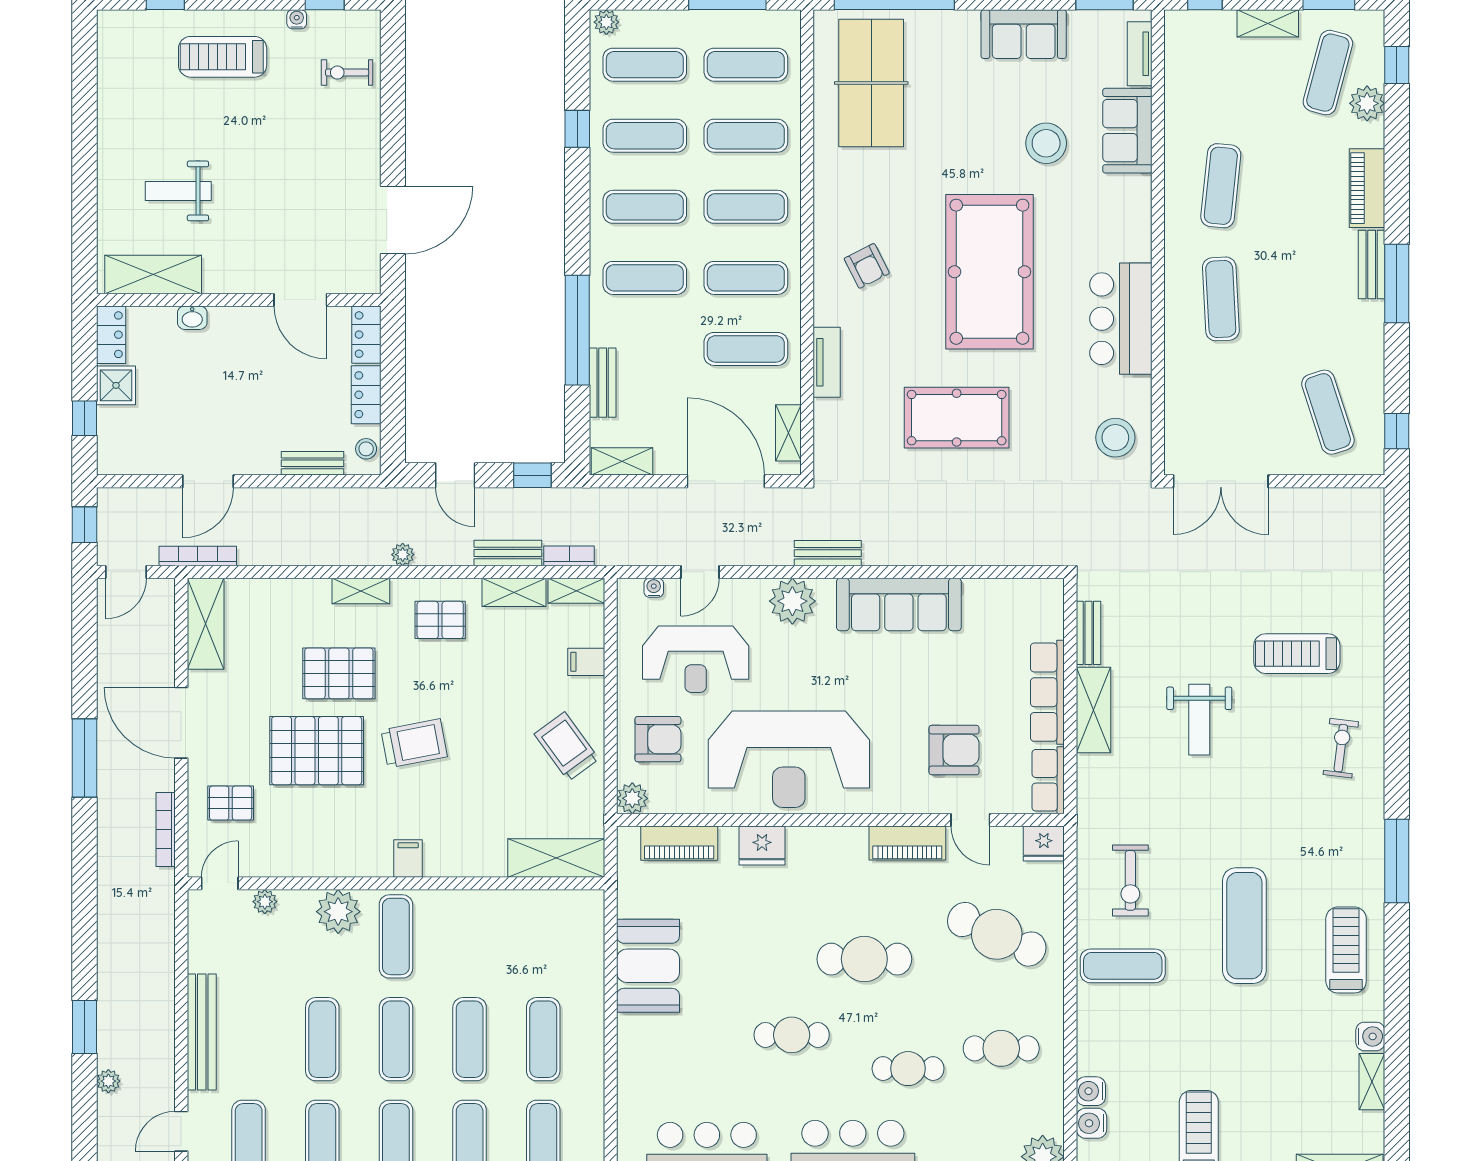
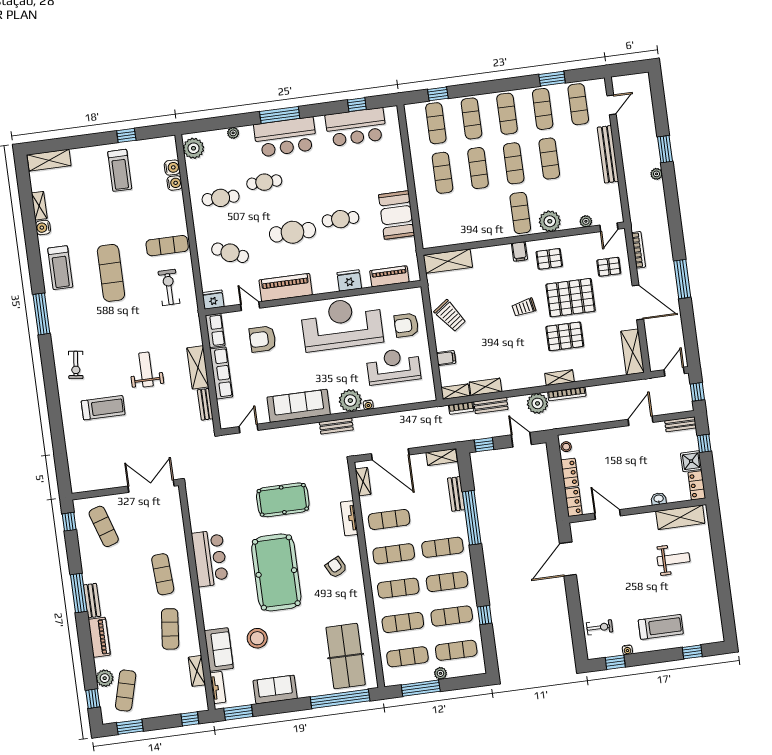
plant: (606, 22) -> (440, 673), moved
shelving: (1268, 23) -> (197, 671), moved, turned 90
stool: (1115, 438) -> (205, 500), removed
bench: (312, 463) -> (680, 424), moved
plant: (403, 555) -> (537, 403), width x1.87, depth x1.87
bookcase: (198, 556) -> (567, 394), moved
door: (700, 572) -> (249, 428), moved
water cooler: (654, 588) -> (368, 405), moved
pallet: (440, 620) -> (549, 259), moved
trolley: (414, 743) -> (524, 307), width x0.73, depth x0.72
plant: (632, 798) -> (415, 295), removed
piano: (907, 843) -> (286, 287), width x1.37, depth x1.33
cafe table: (997, 934) -> (230, 253), width x0.73, depth x0.74
cafe table: (792, 1035) -> (340, 219), moved
plant: (108, 1081) -> (656, 174), moved

